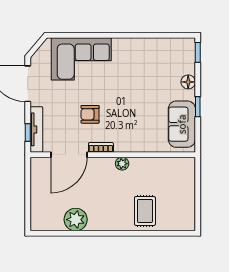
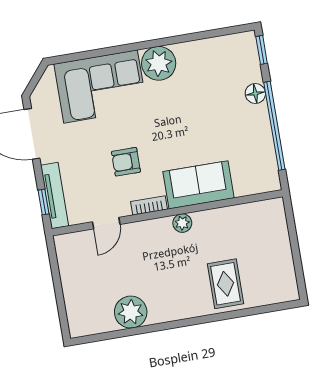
plant: (124, 50) -> (159, 63), added
window: (198, 107) -> (274, 126), width x3.17
sofa: (182, 124) -> (198, 185), moved, turned 90
door: (69, 155) -> (106, 223), width x0.53

